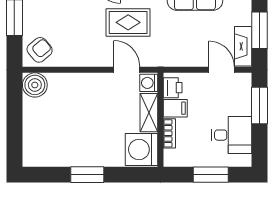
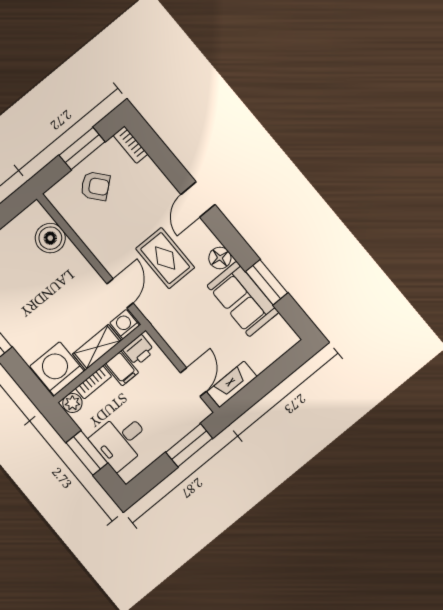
window: (260, 30) -> (260, 387), removed
armchair: (40, 50) -> (95, 186), moved
boiler: (35, 85) -> (50, 238), moved
desk: (232, 135) -> (121, 441), moved, turned 90
plant: (171, 158) -> (72, 403), added

